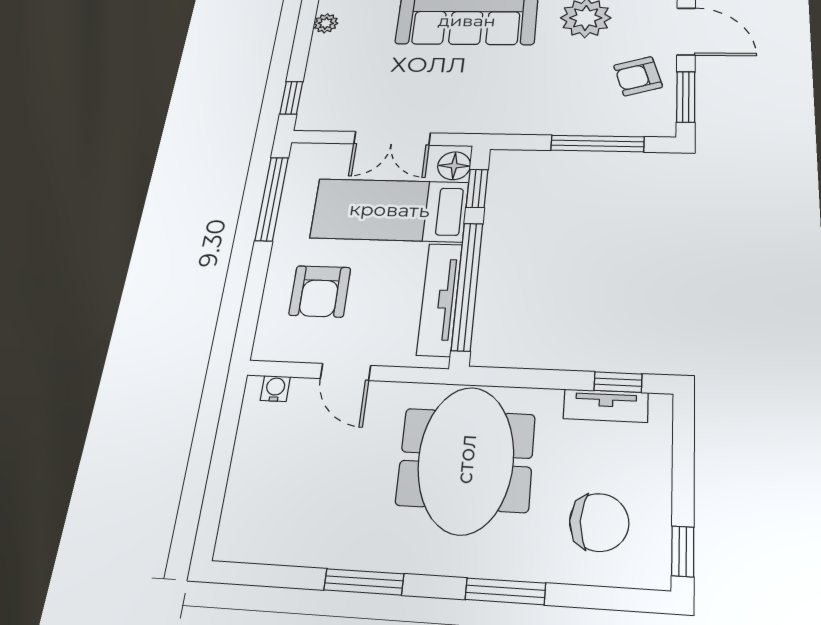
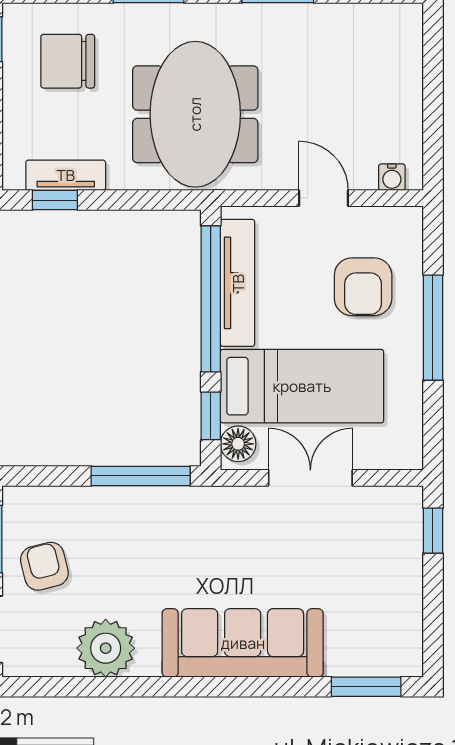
plant: (326, 23) -> (409, 638), removed
armchair: (638, 76) -> (44, 566), turned -87
window: (597, 144) -> (141, 476), moved
window: (272, 199) -> (433, 328), moved
armchair: (320, 291) -> (363, 287), turned 180

